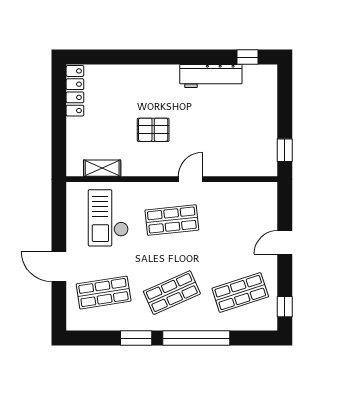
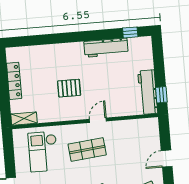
locker: (75, 91) -> (14, 81), moved
workbench: (266, 145) -> (148, 92), added
shelving: (102, 168) -> (24, 119), moved

